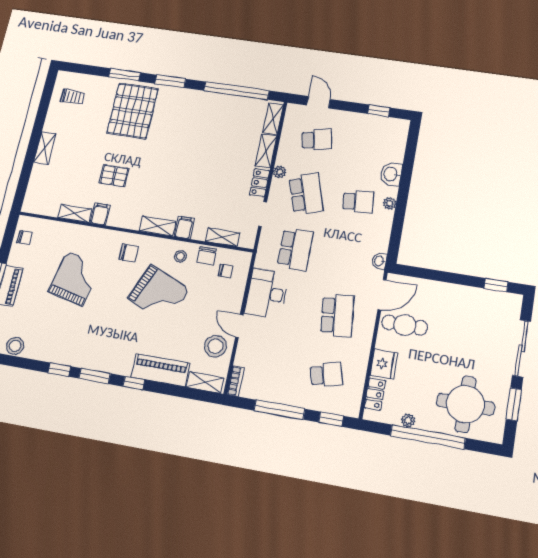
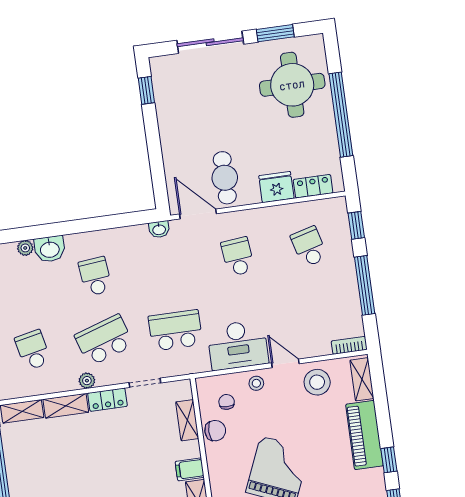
plant: (390, 203) -> (25, 248), moved
stool: (180, 256) -> (256, 383), moved
school desk: (337, 315) -> (238, 257), width x0.54
door: (239, 326) -> (285, 363), swing flipped
plant: (408, 420) -> (330, 141), removed

